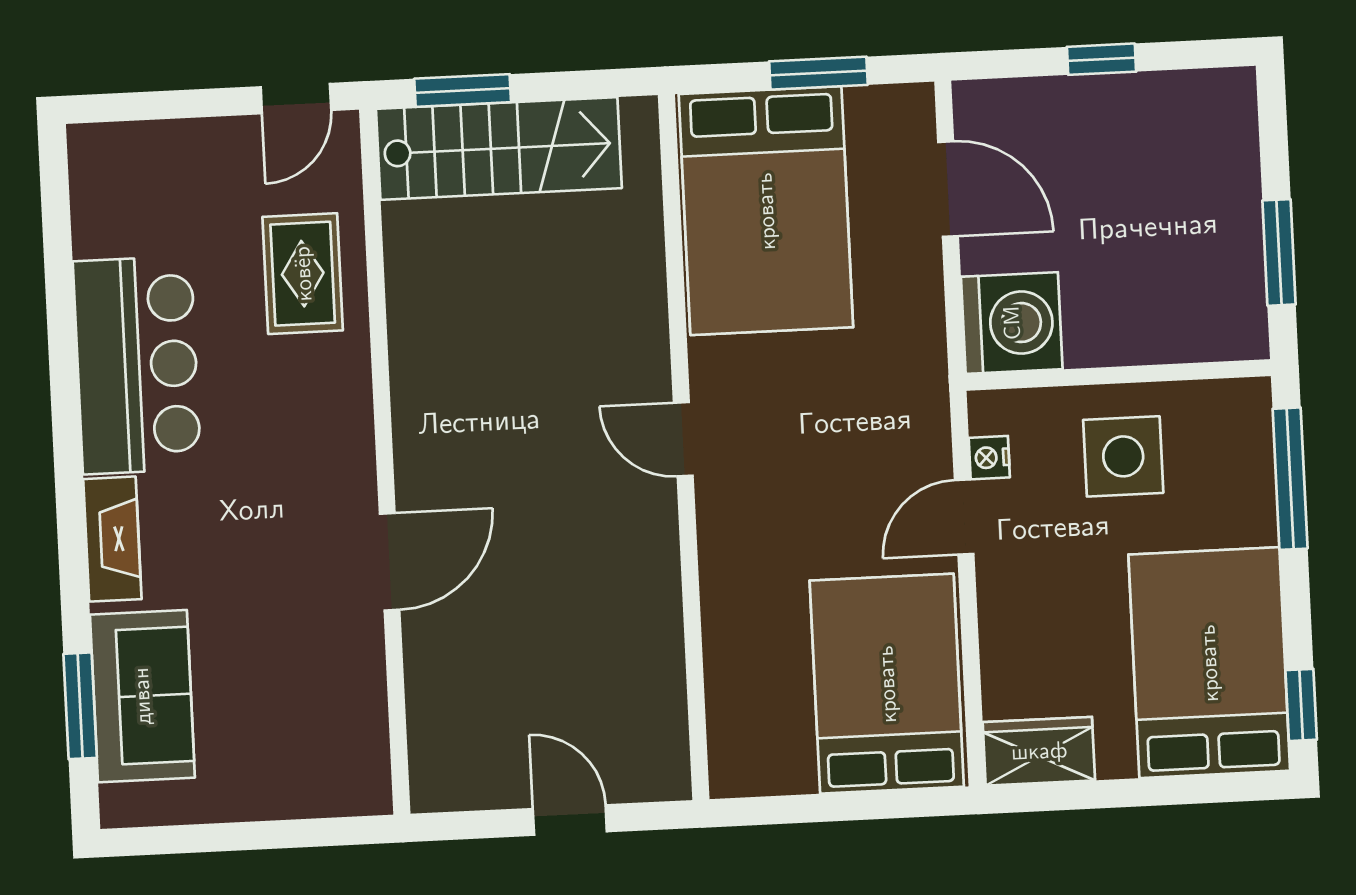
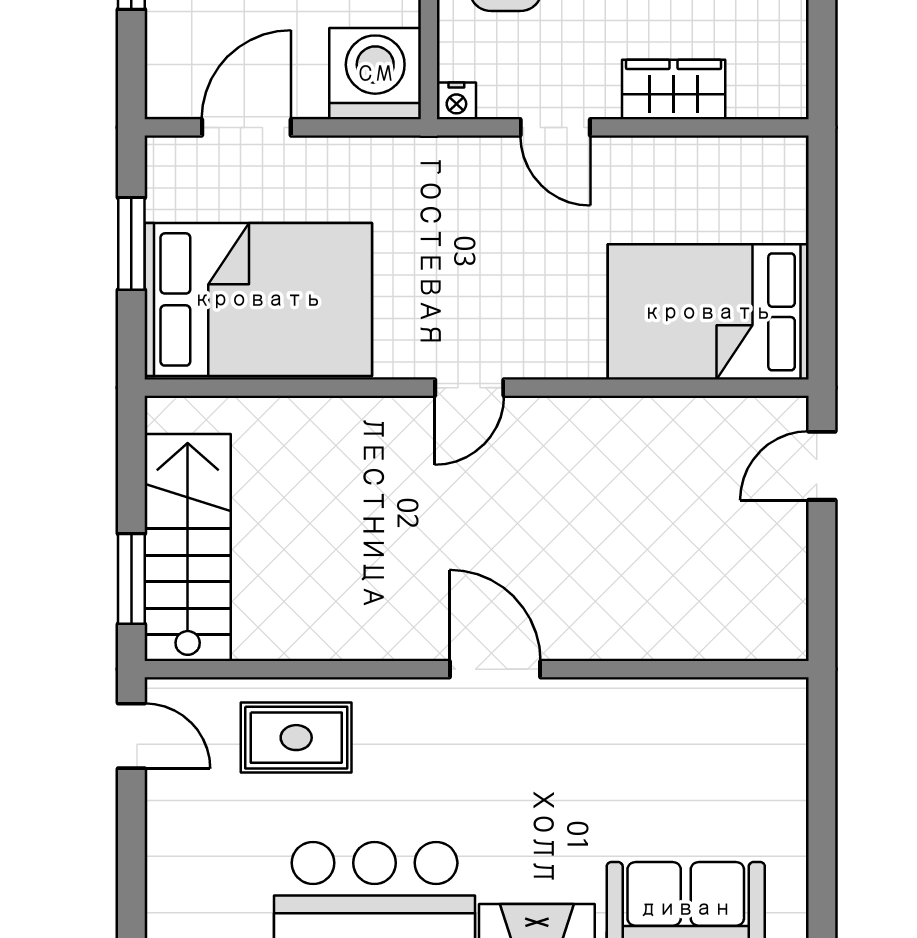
nightstand: (989, 458) -> (456, 101), moved
door: (390, 562) -> (495, 669), moved
bed: (887, 684) -> (708, 312), moved
wardrobe: (1039, 751) -> (674, 90), moved, turned 90
door: (570, 820) -> (822, 466), moved

